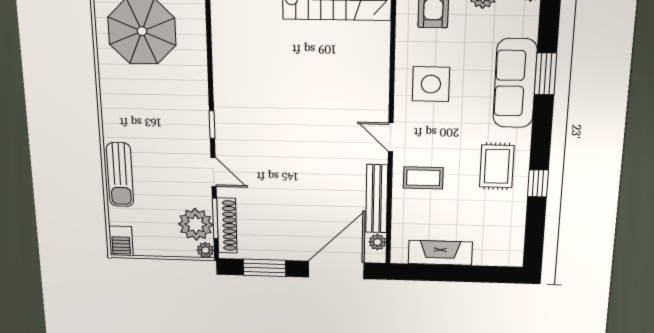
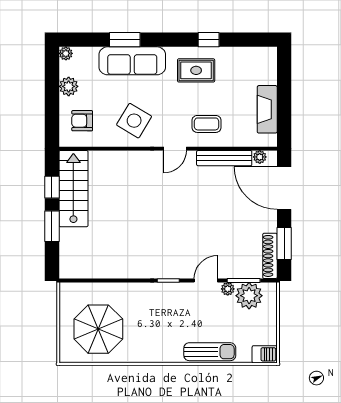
side table: (431, 84) -> (134, 121), turned 31
coffee table: (423, 178) -> (207, 124), turned 90
shoe rack: (227, 226) -> (270, 256), moved, turned -90
plant: (205, 250) -> (228, 289), moved

